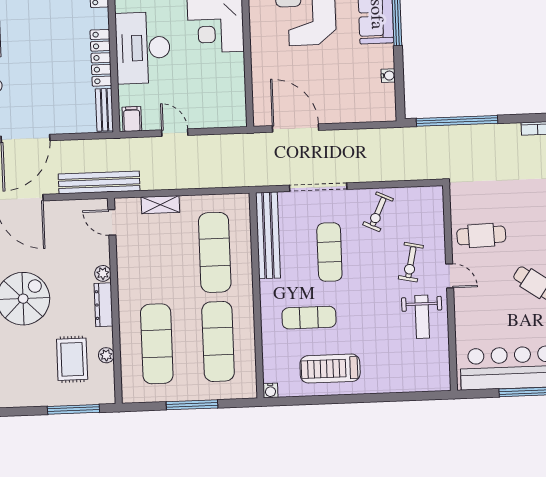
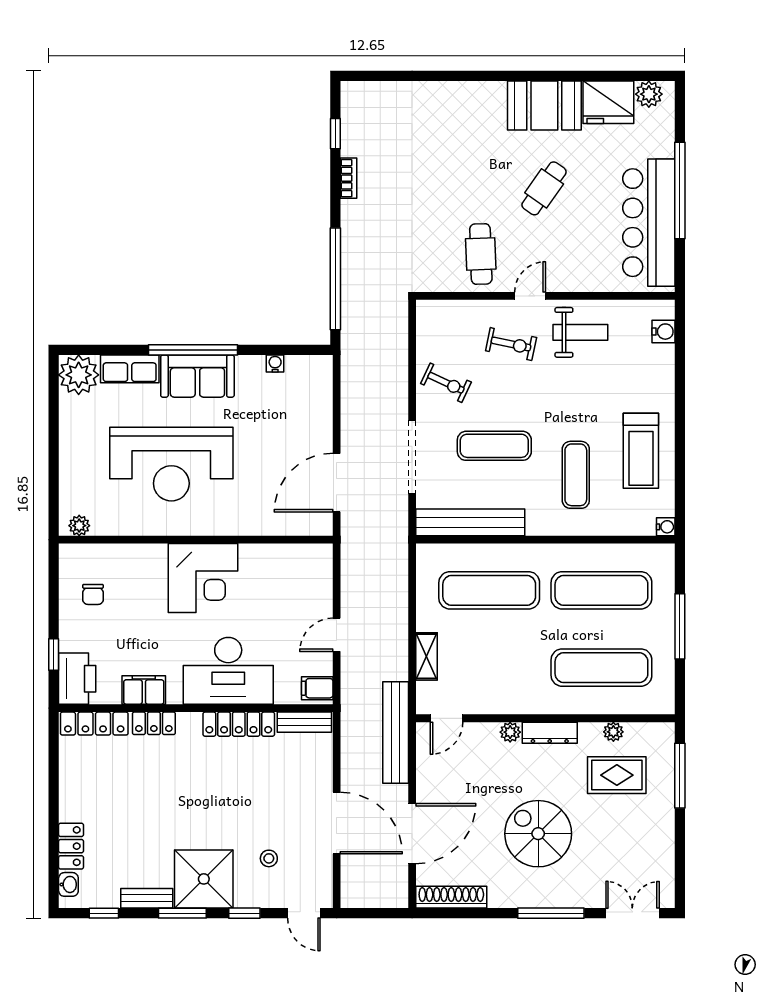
water cooler: (425, 383) -> (663, 332), added

